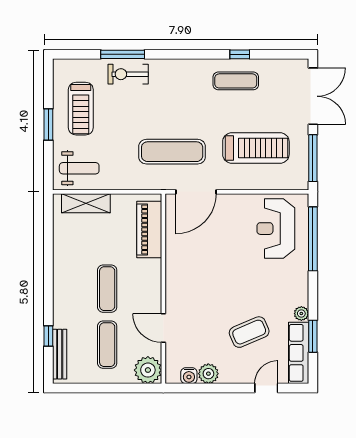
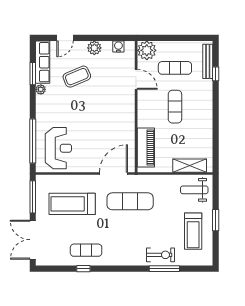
treadmill: (81, 109) -> (193, 231), turned 180
exercise mat: (107, 345) -> (175, 68), turned 90
plant: (208, 374) -> (94, 48), moved

